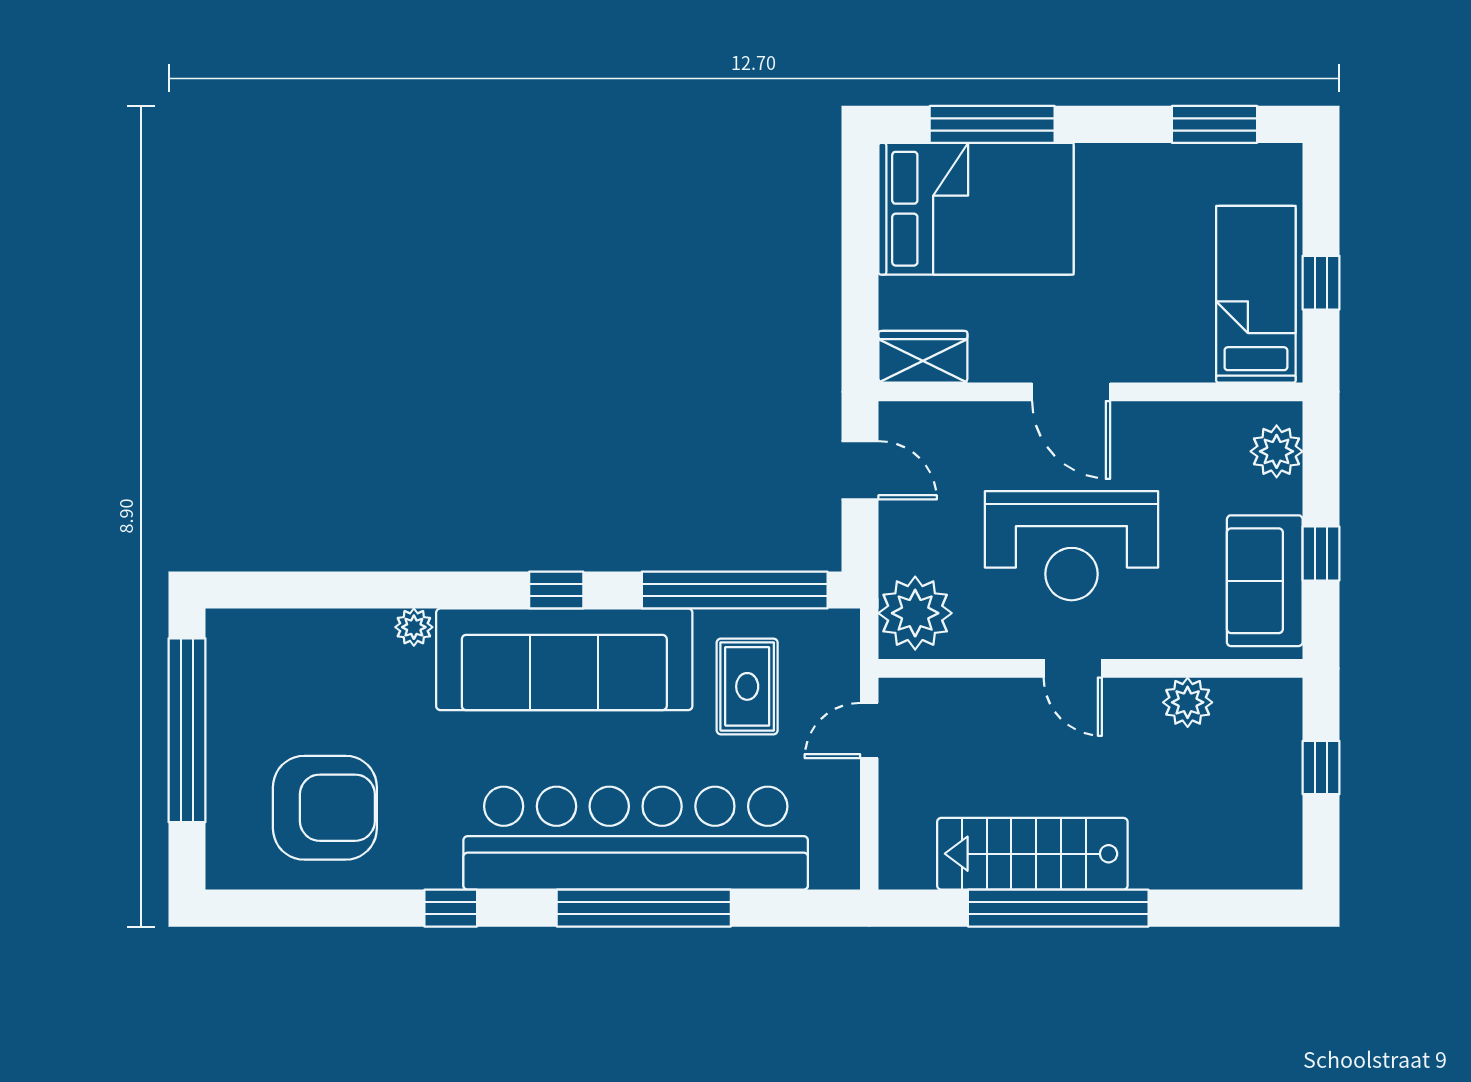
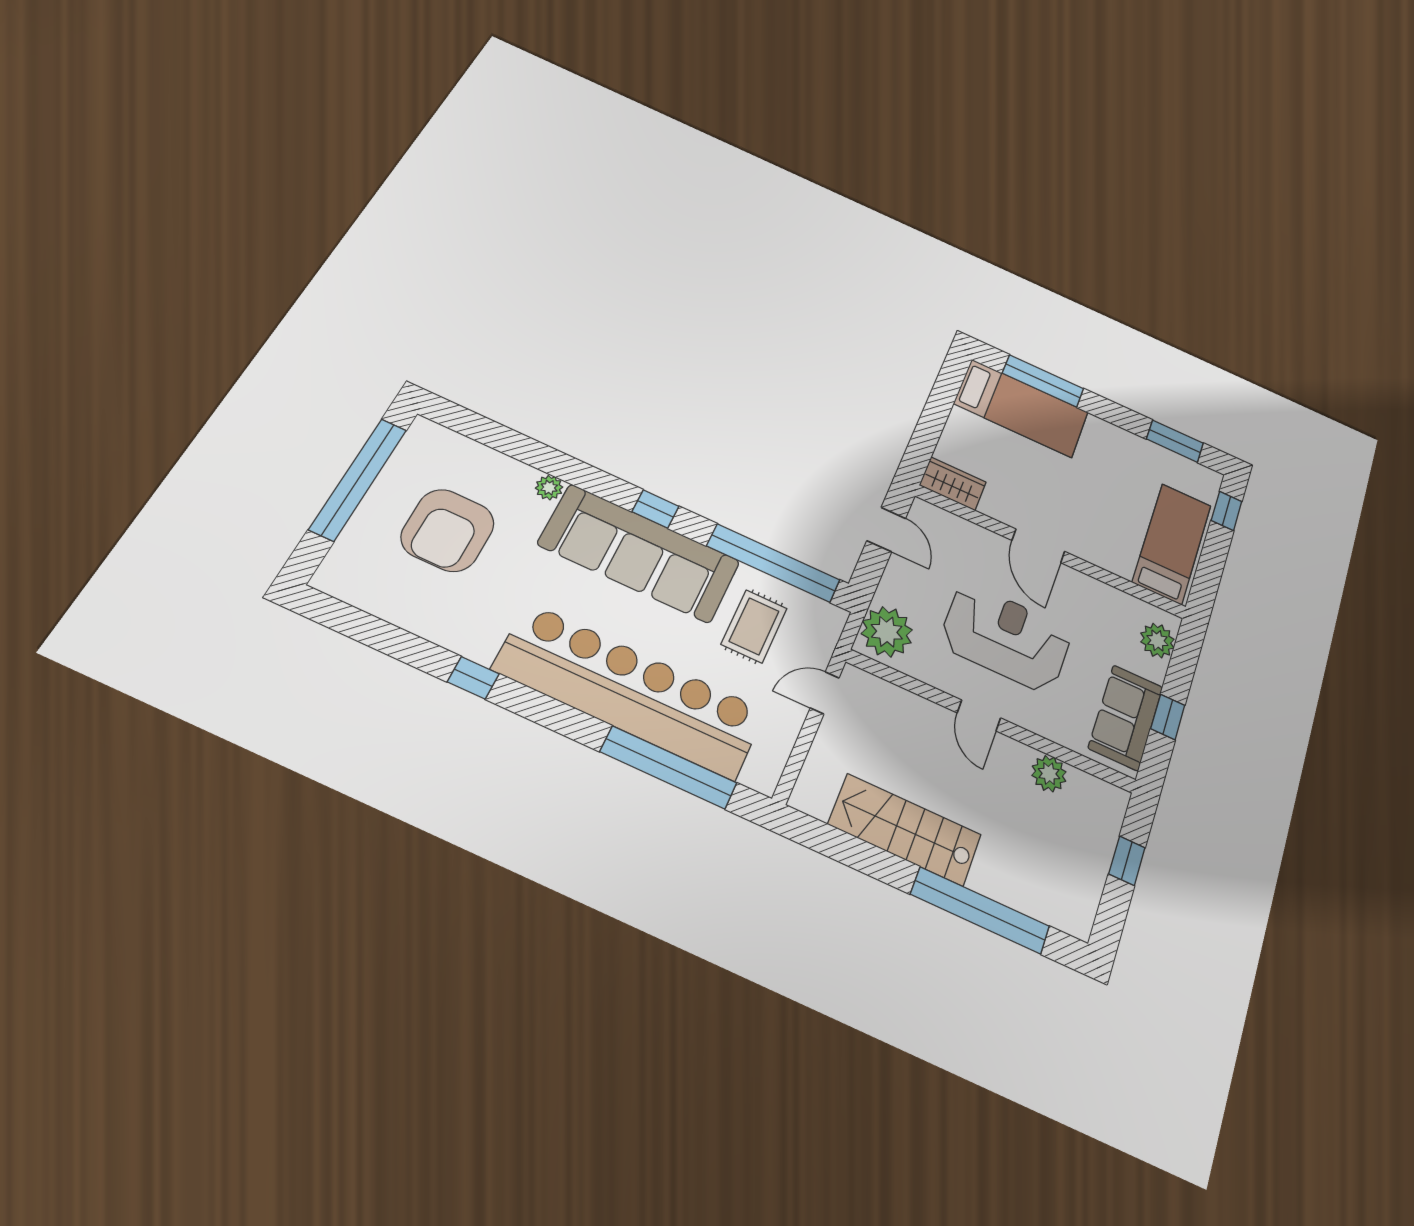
bed: (976, 209) -> (1021, 408), width x0.67
window: (1321, 283) -> (1227, 511), moved
reception desk: (1071, 546) -> (1006, 637), turned 180
armchair: (325, 808) -> (448, 530), moved, turned 90
window: (644, 908) -> (668, 767), moved
window: (1058, 908) -> (980, 910), moved

